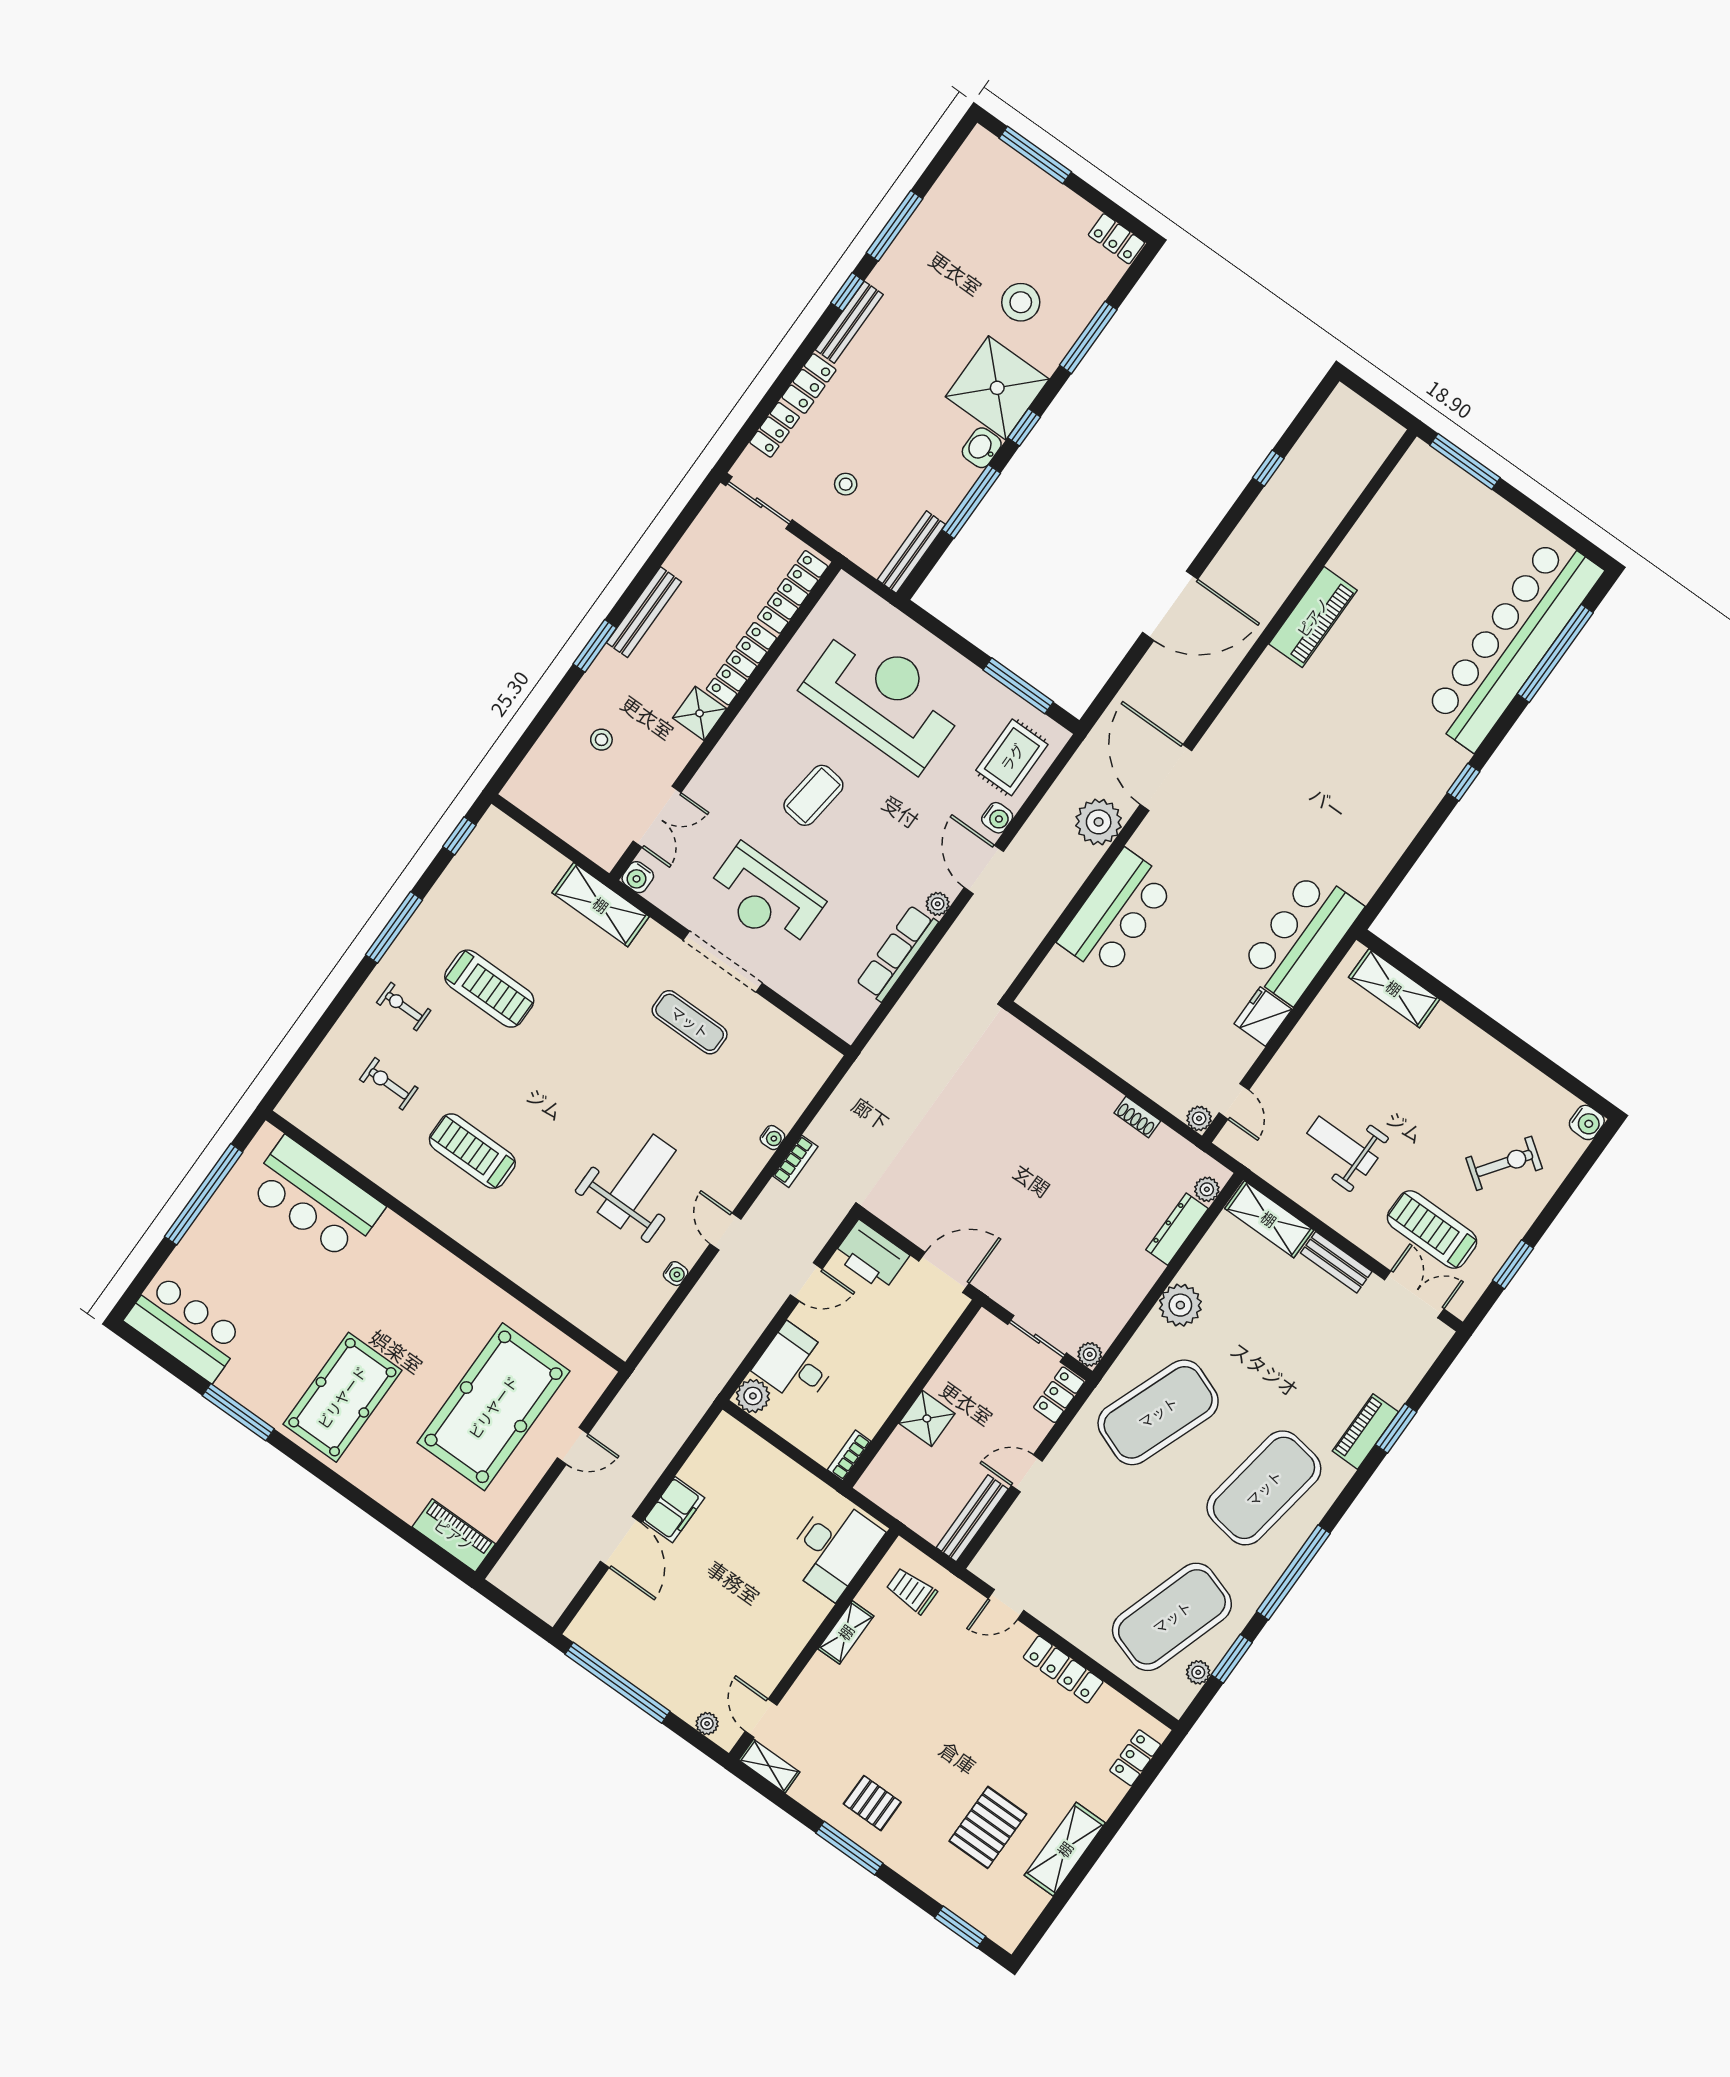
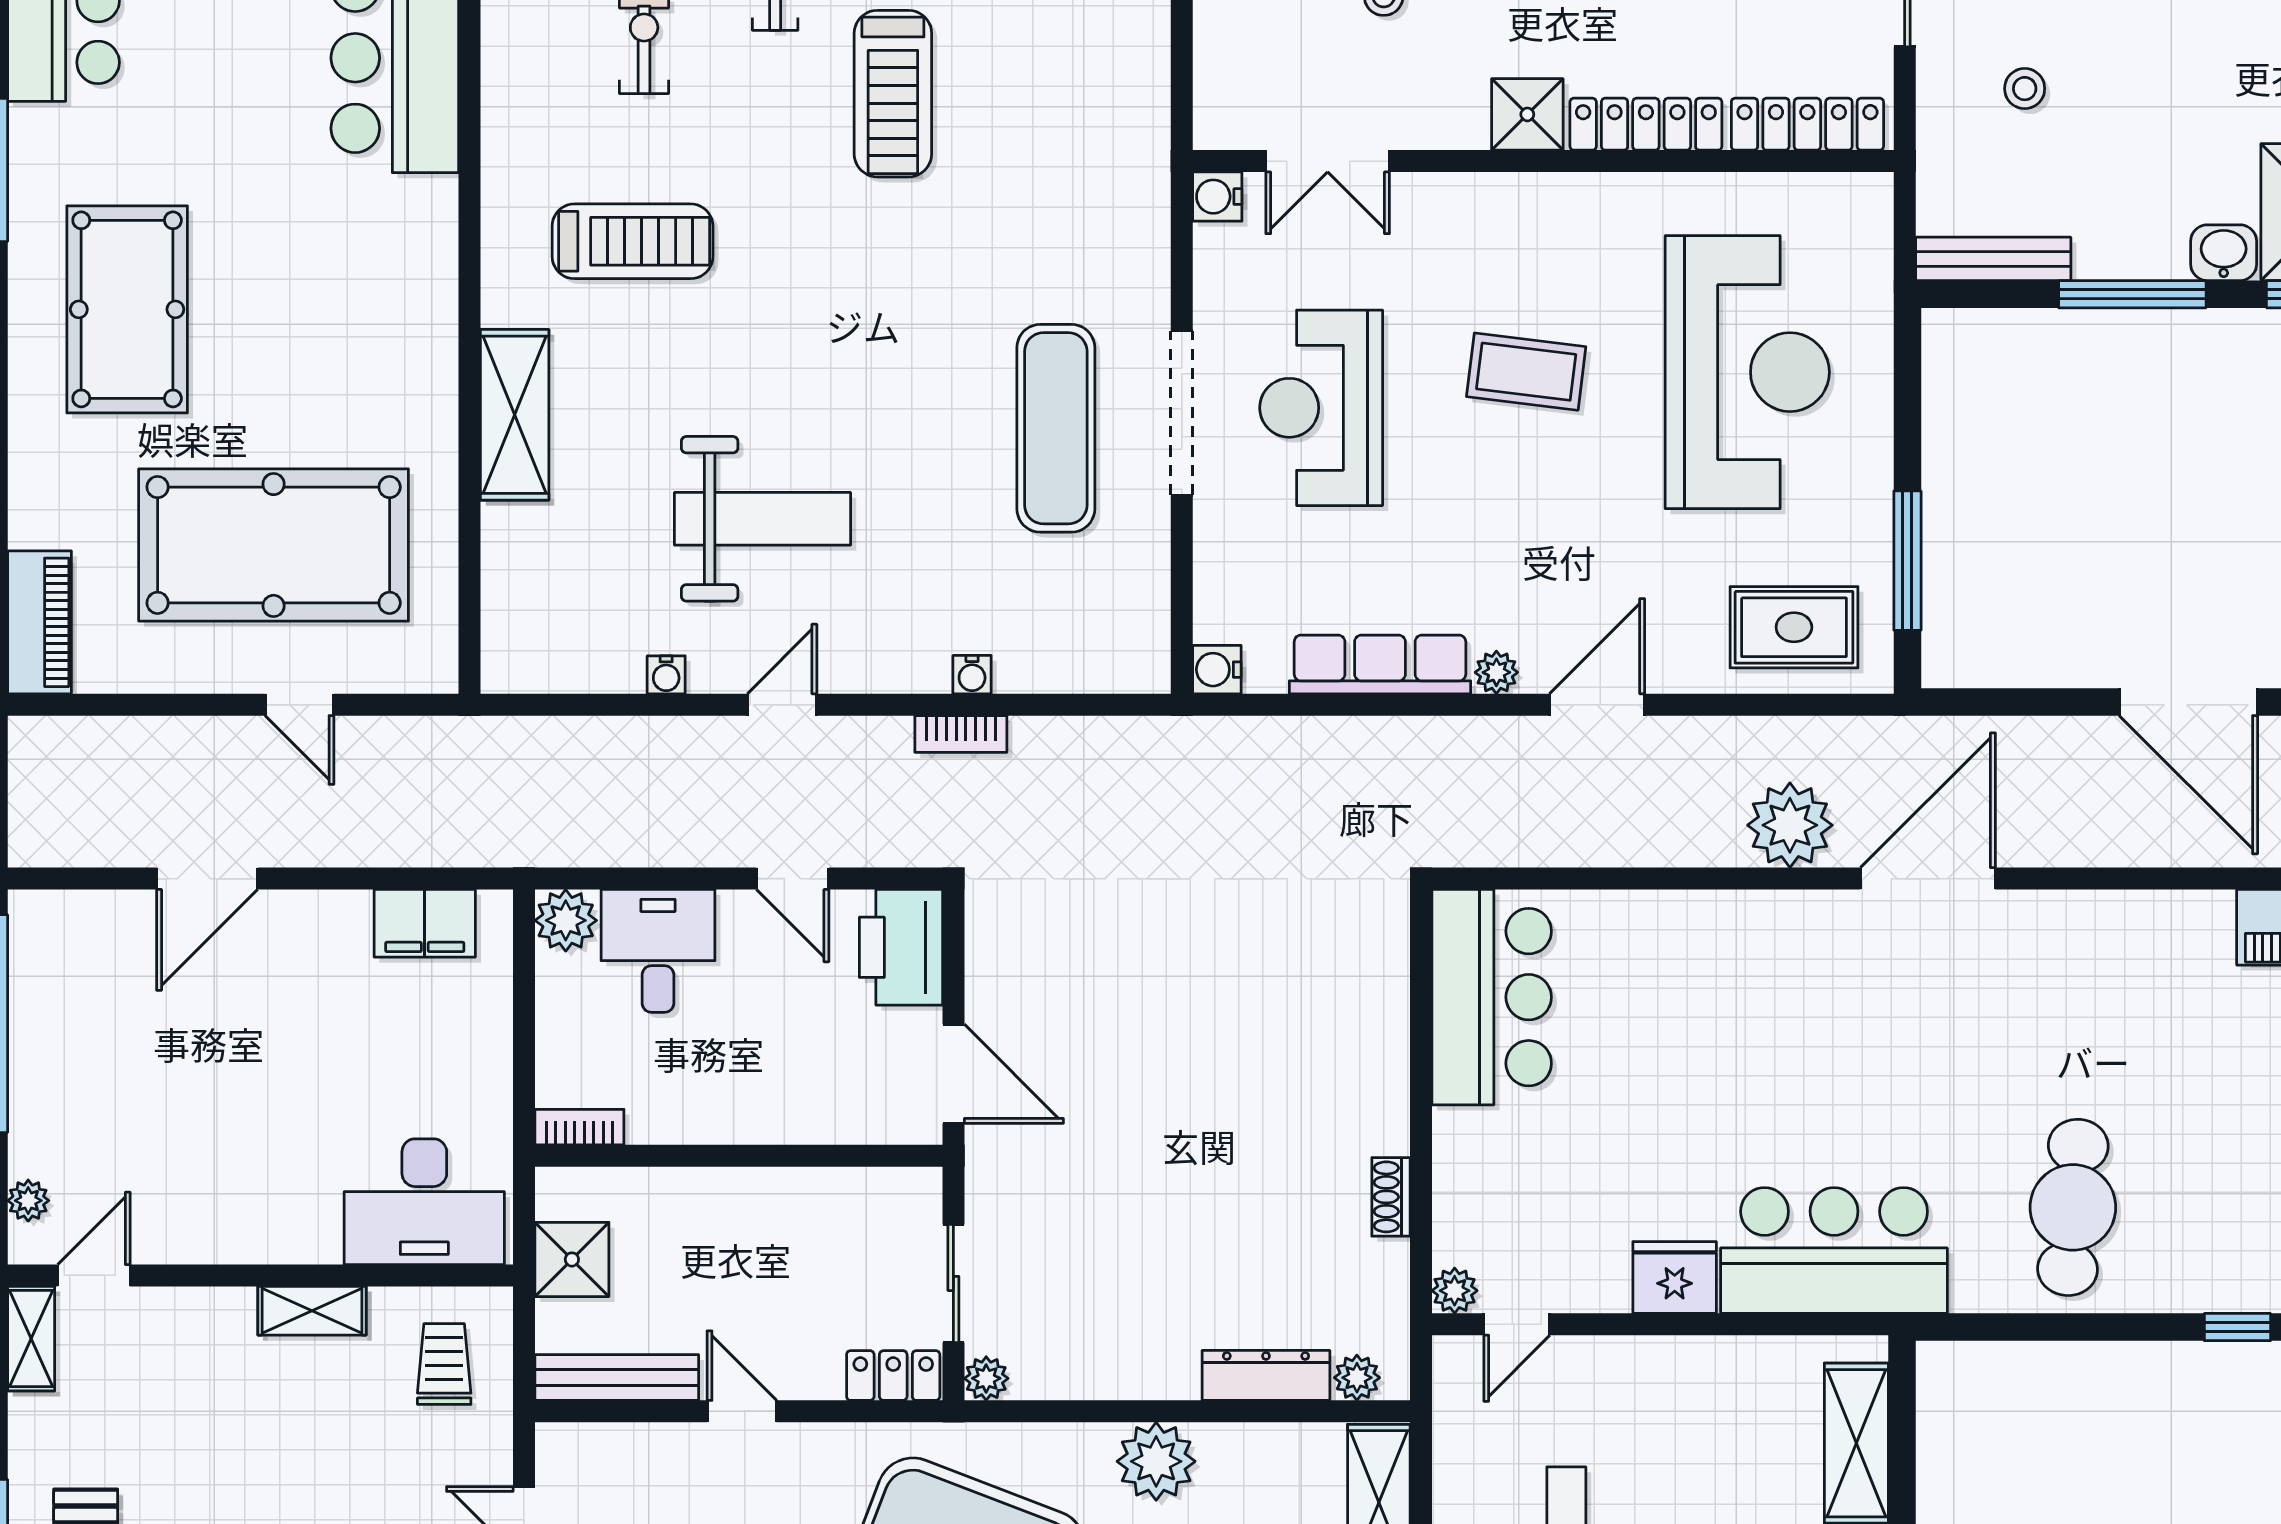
cafe table: (1358, 817) -> (2073, 1207), added
water cooler: (997, 818) -> (1217, 670), moved, turned 90
shelving: (601, 905) -> (515, 415), moved
bar counter: (1117, 913) -> (1492, 997), moved, turned -90
exercise mat: (690, 1022) -> (1056, 428), width x1.36, depth x1.45
treadmill: (472, 1151) -> (633, 241), turned 90
pool table: (342, 1397) -> (127, 309), turned 90
shower: (927, 1418) -> (572, 1259), moved
filing cabinet: (674, 1510) -> (425, 923), moved

